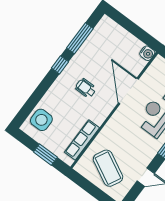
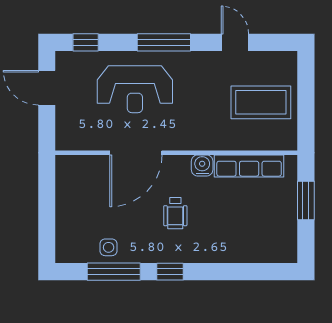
water cooler: (147, 53) -> (202, 165), moved
side table: (41, 120) -> (109, 247), moved, width x0.54, depth x0.54
coffee table: (108, 168) -> (261, 102), turned 63

